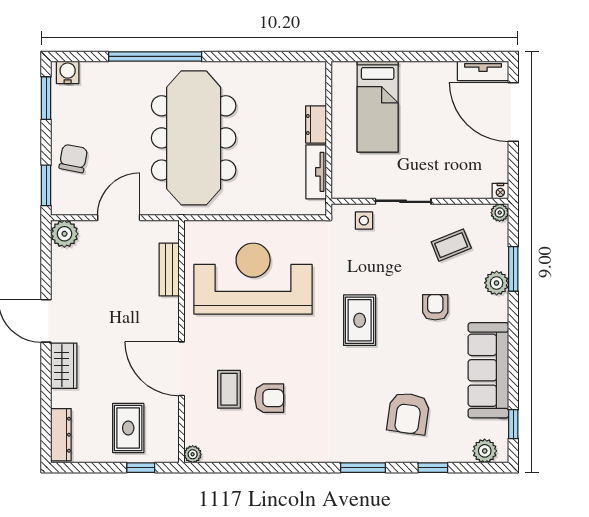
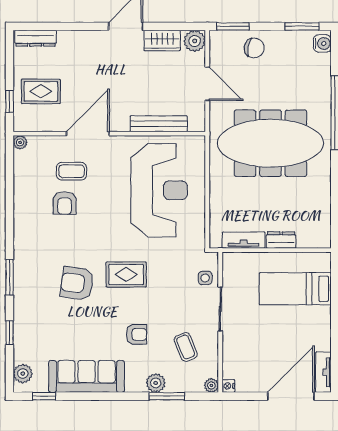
bench: (169, 269) -> (159, 124), width x1.36
wardrobe: (64, 366) -> (162, 40), moved
armchair: (408, 413) -> (77, 283), moved

